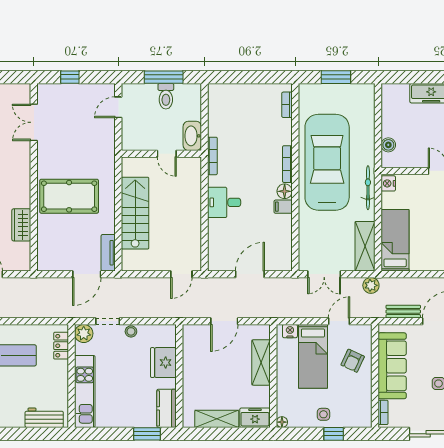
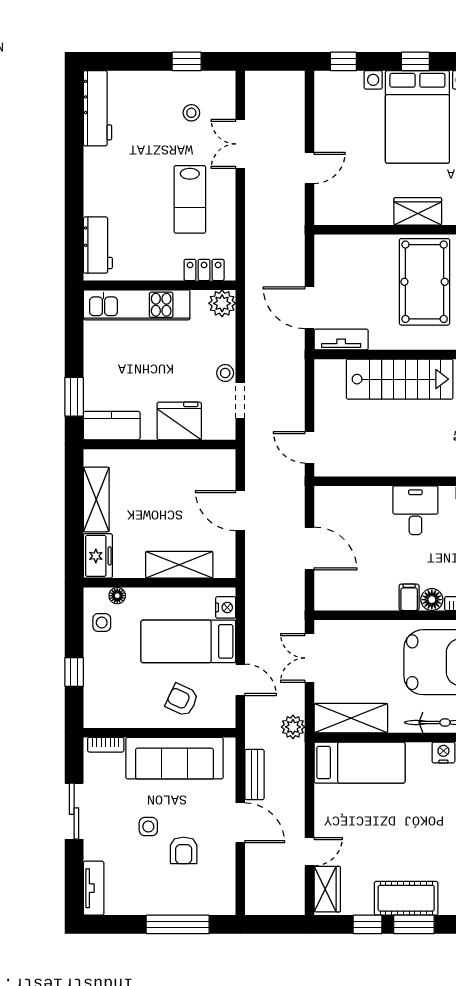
wardrobe: (21, 225) -> (418, 211), moved
doorway: (108, 321) -> (240, 401), moved
side table: (323, 414) -> (102, 622), moved
floor lamp: (282, 422) -> (117, 596), moved

